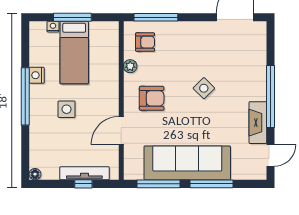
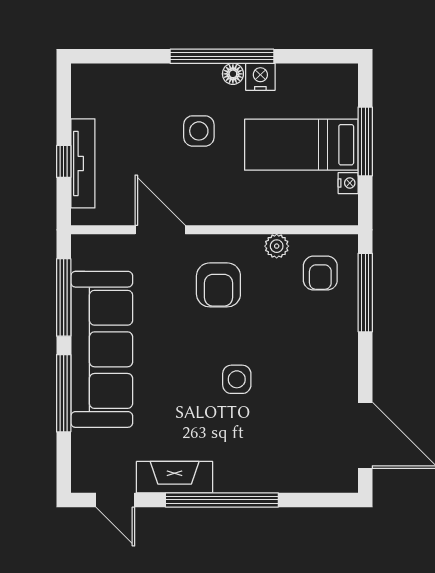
nightstand: (53, 27) -> (348, 183), moved
side table: (204, 88) -> (237, 379), turned 45
floor lamp: (35, 174) -> (233, 74), moved

